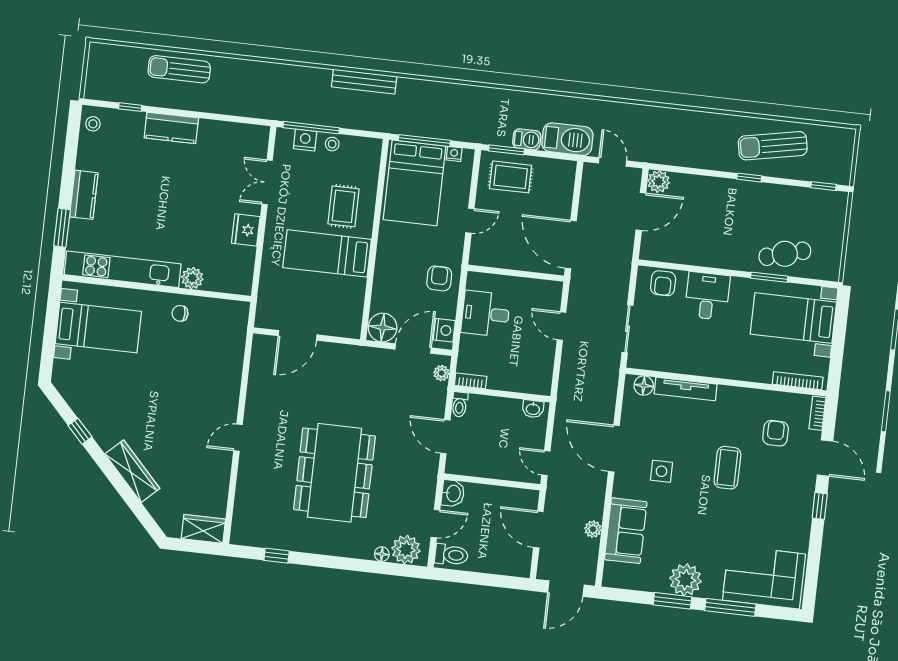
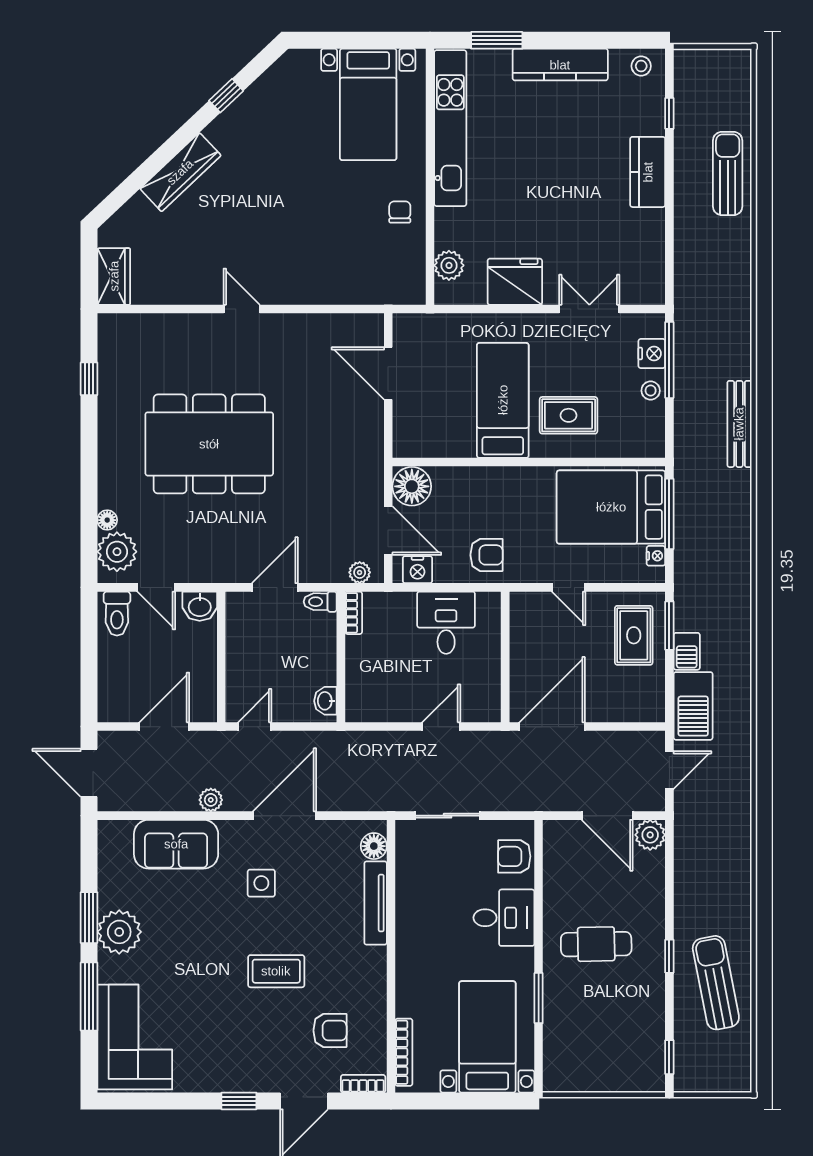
kitchen counter: (84, 195) -> (560, 65), width x1.50
fridge: (246, 230) -> (515, 282), width x1.36, depth x1.34
cafe table: (785, 254) -> (596, 944), moved, turned -75
plant: (192, 278) -> (449, 265), moved
plant: (593, 529) -> (211, 800), moved

